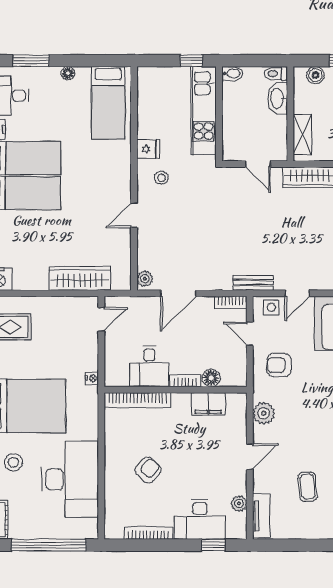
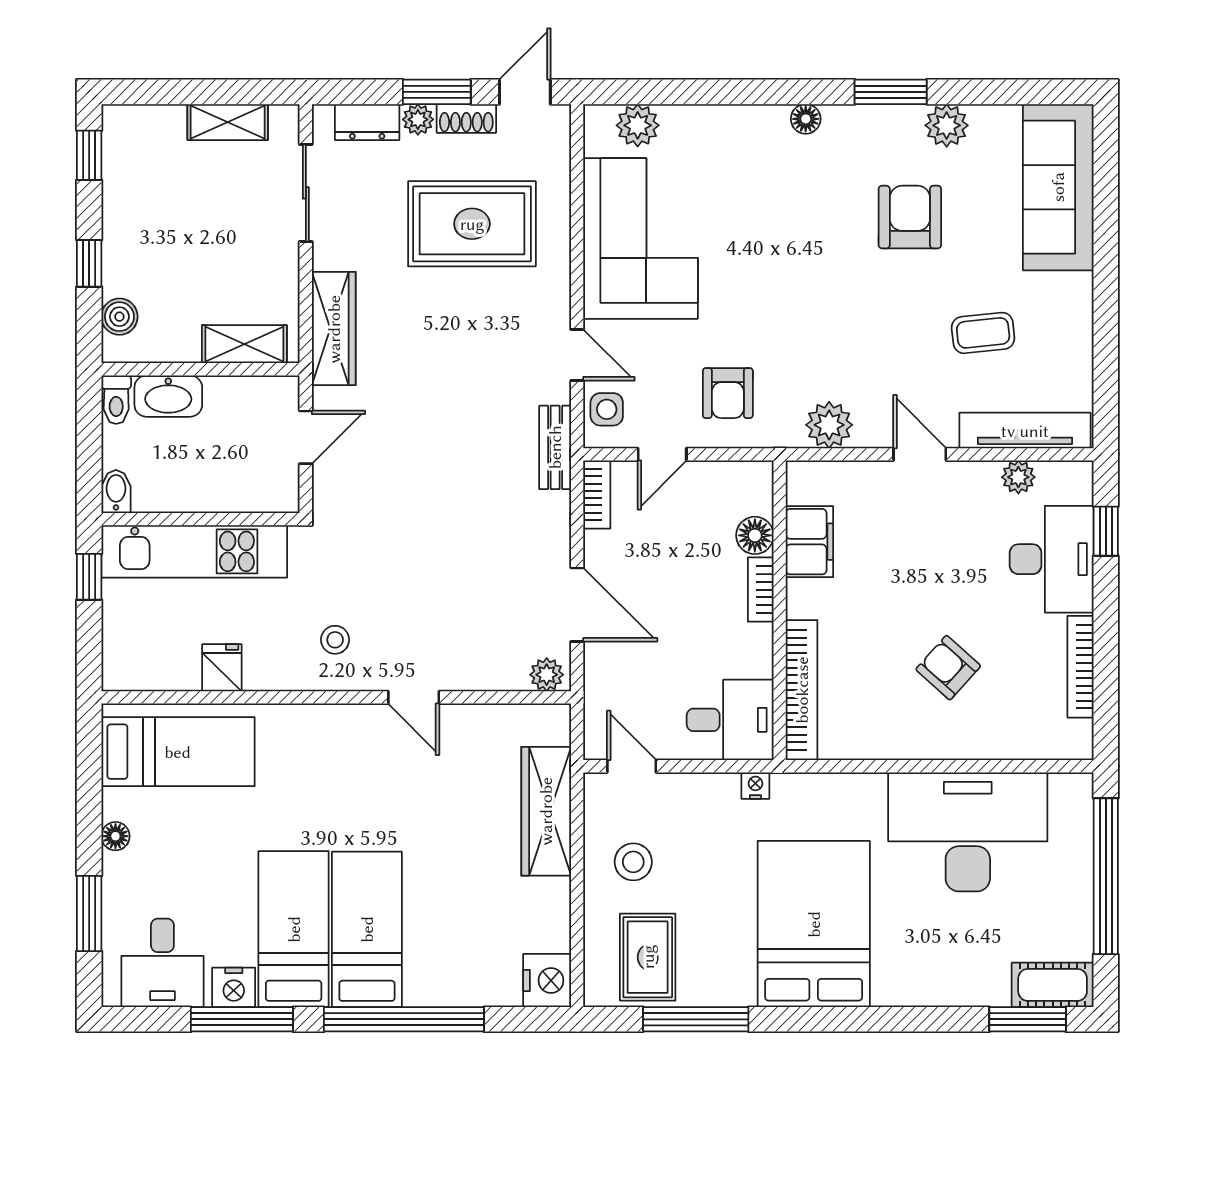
fridge: (148, 149) -> (222, 668), moved
desk: (149, 366) -> (730, 720), moved
stool: (13, 462) -> (633, 862), moved
tv unit: (261, 516) -> (1025, 431), width x1.41

